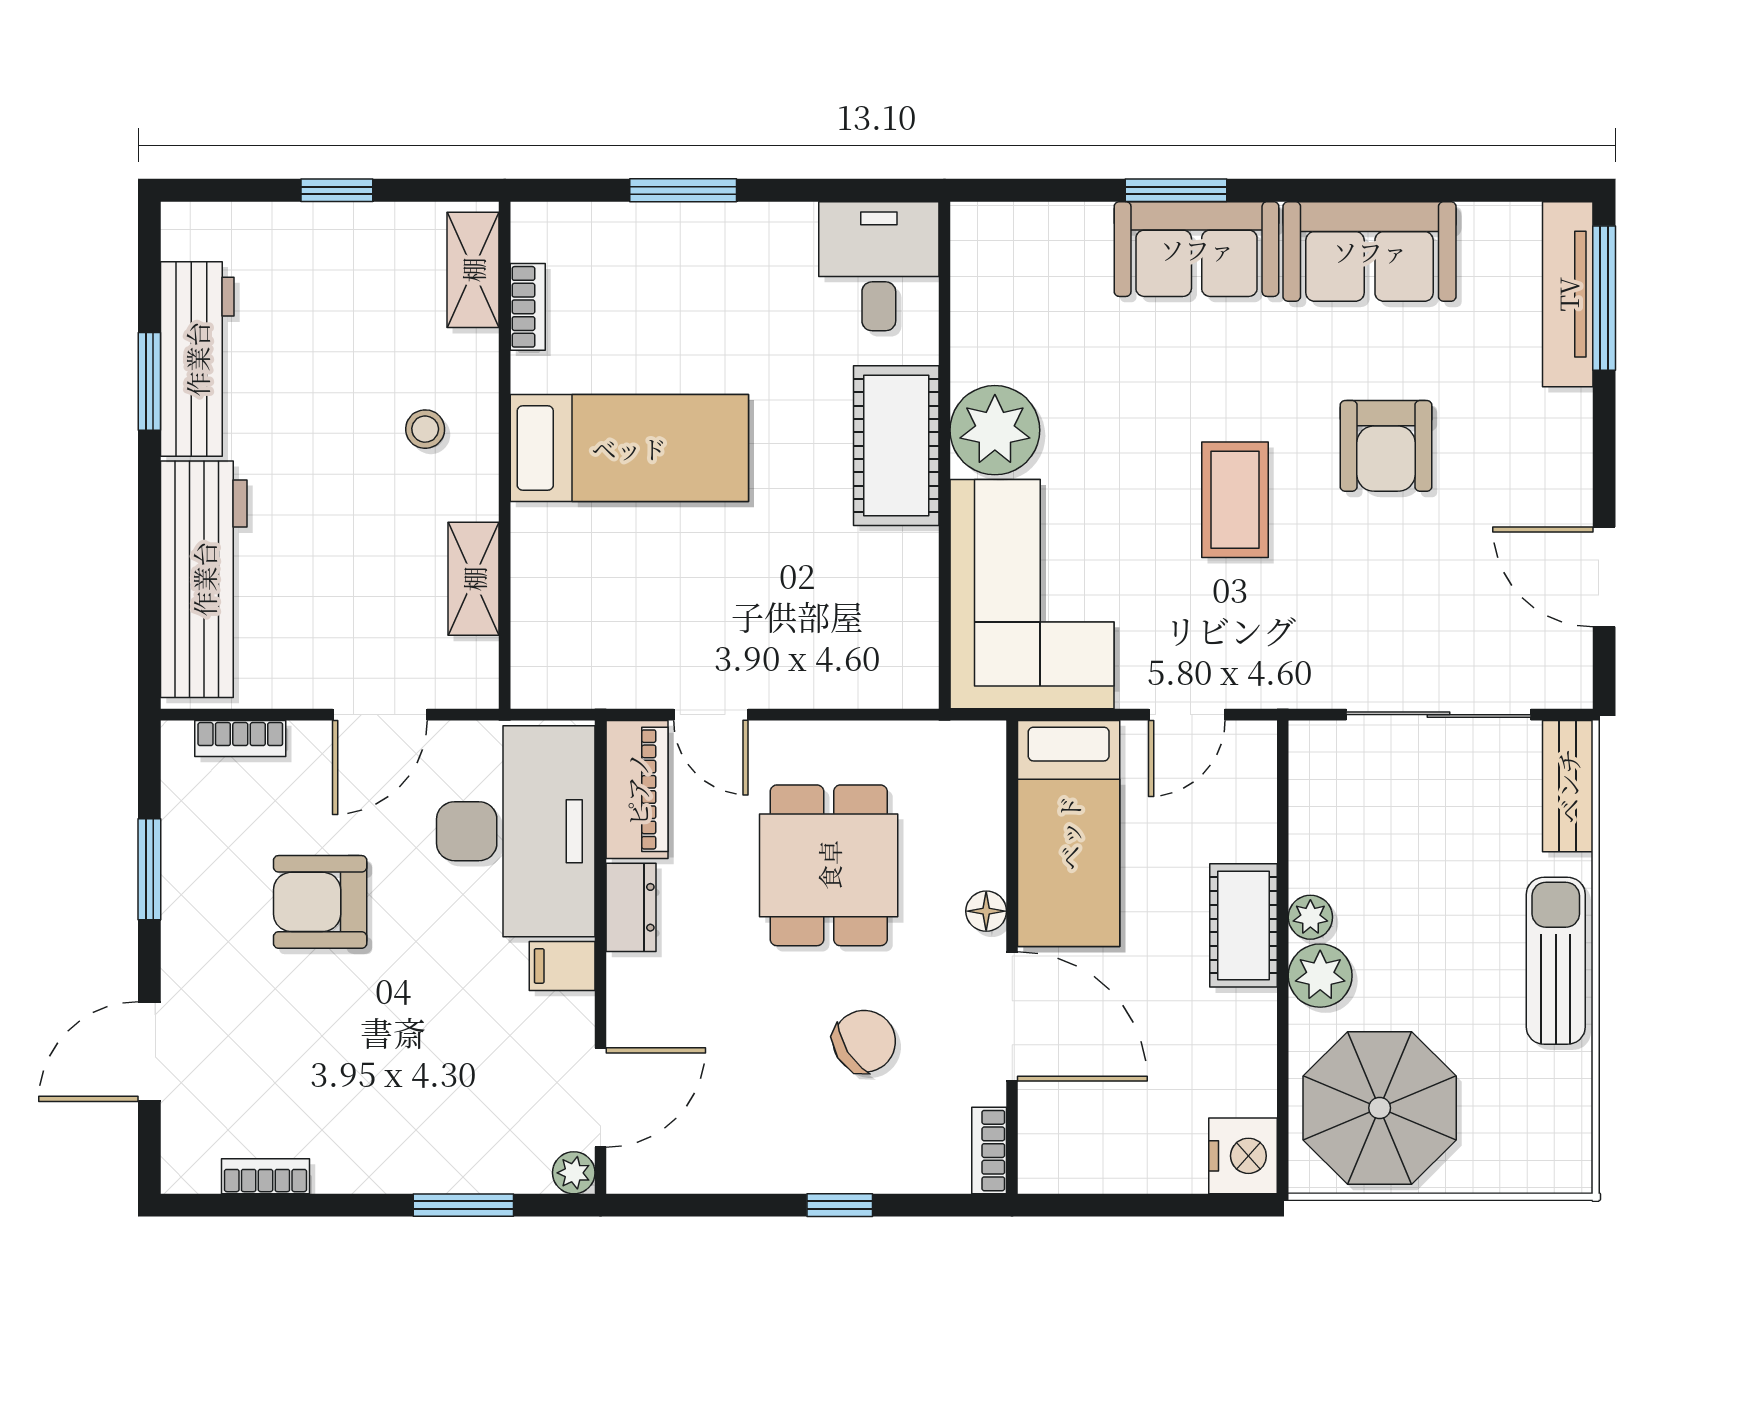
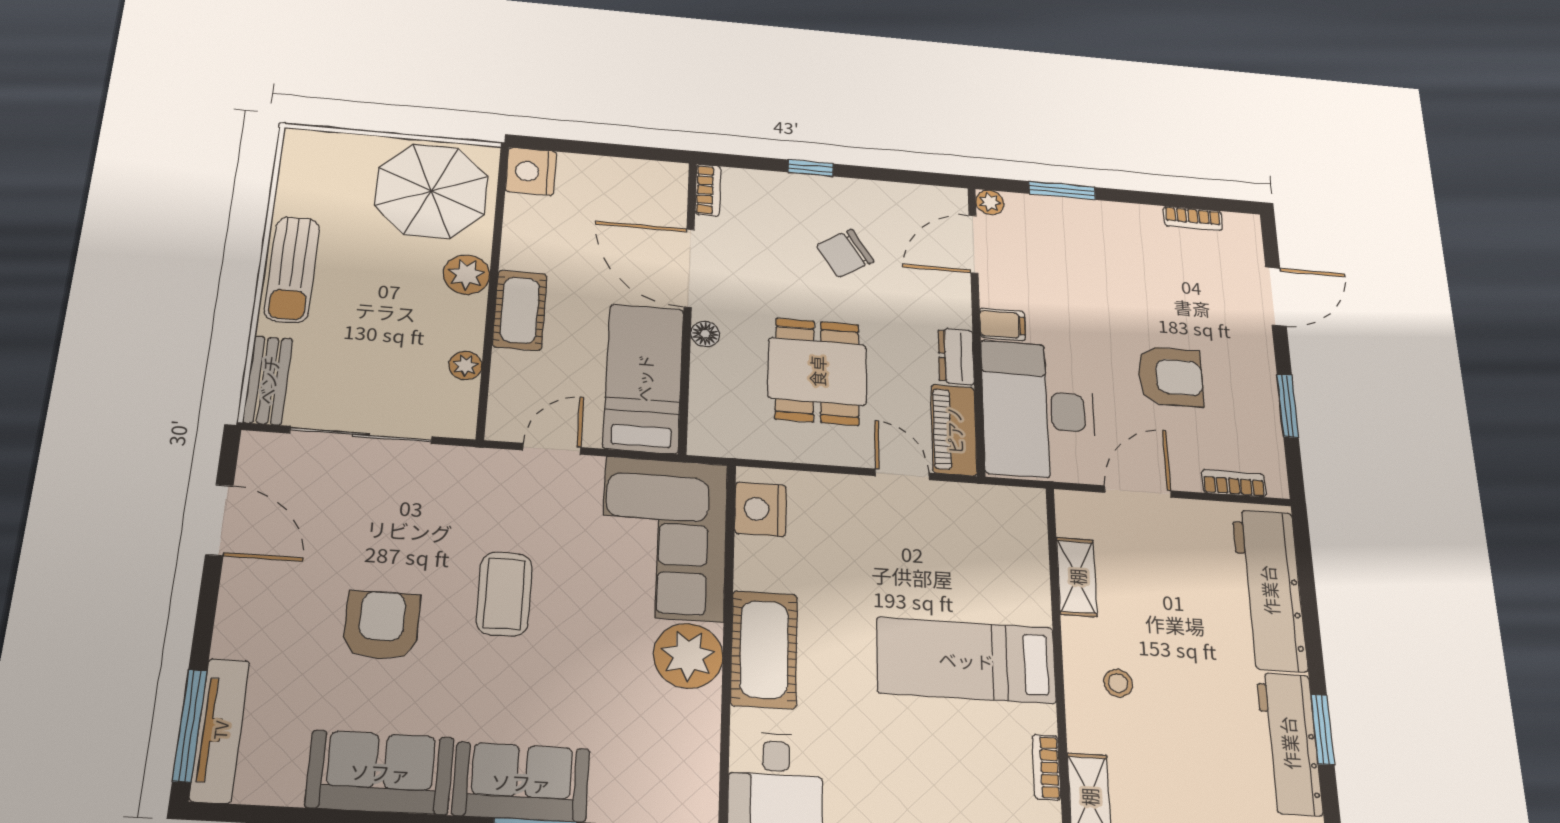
nightstand: (904, 647) -> (760, 509), added
plant: (1310, 917) -> (465, 365), moved
chair: (864, 1041) -> (845, 253), moved

